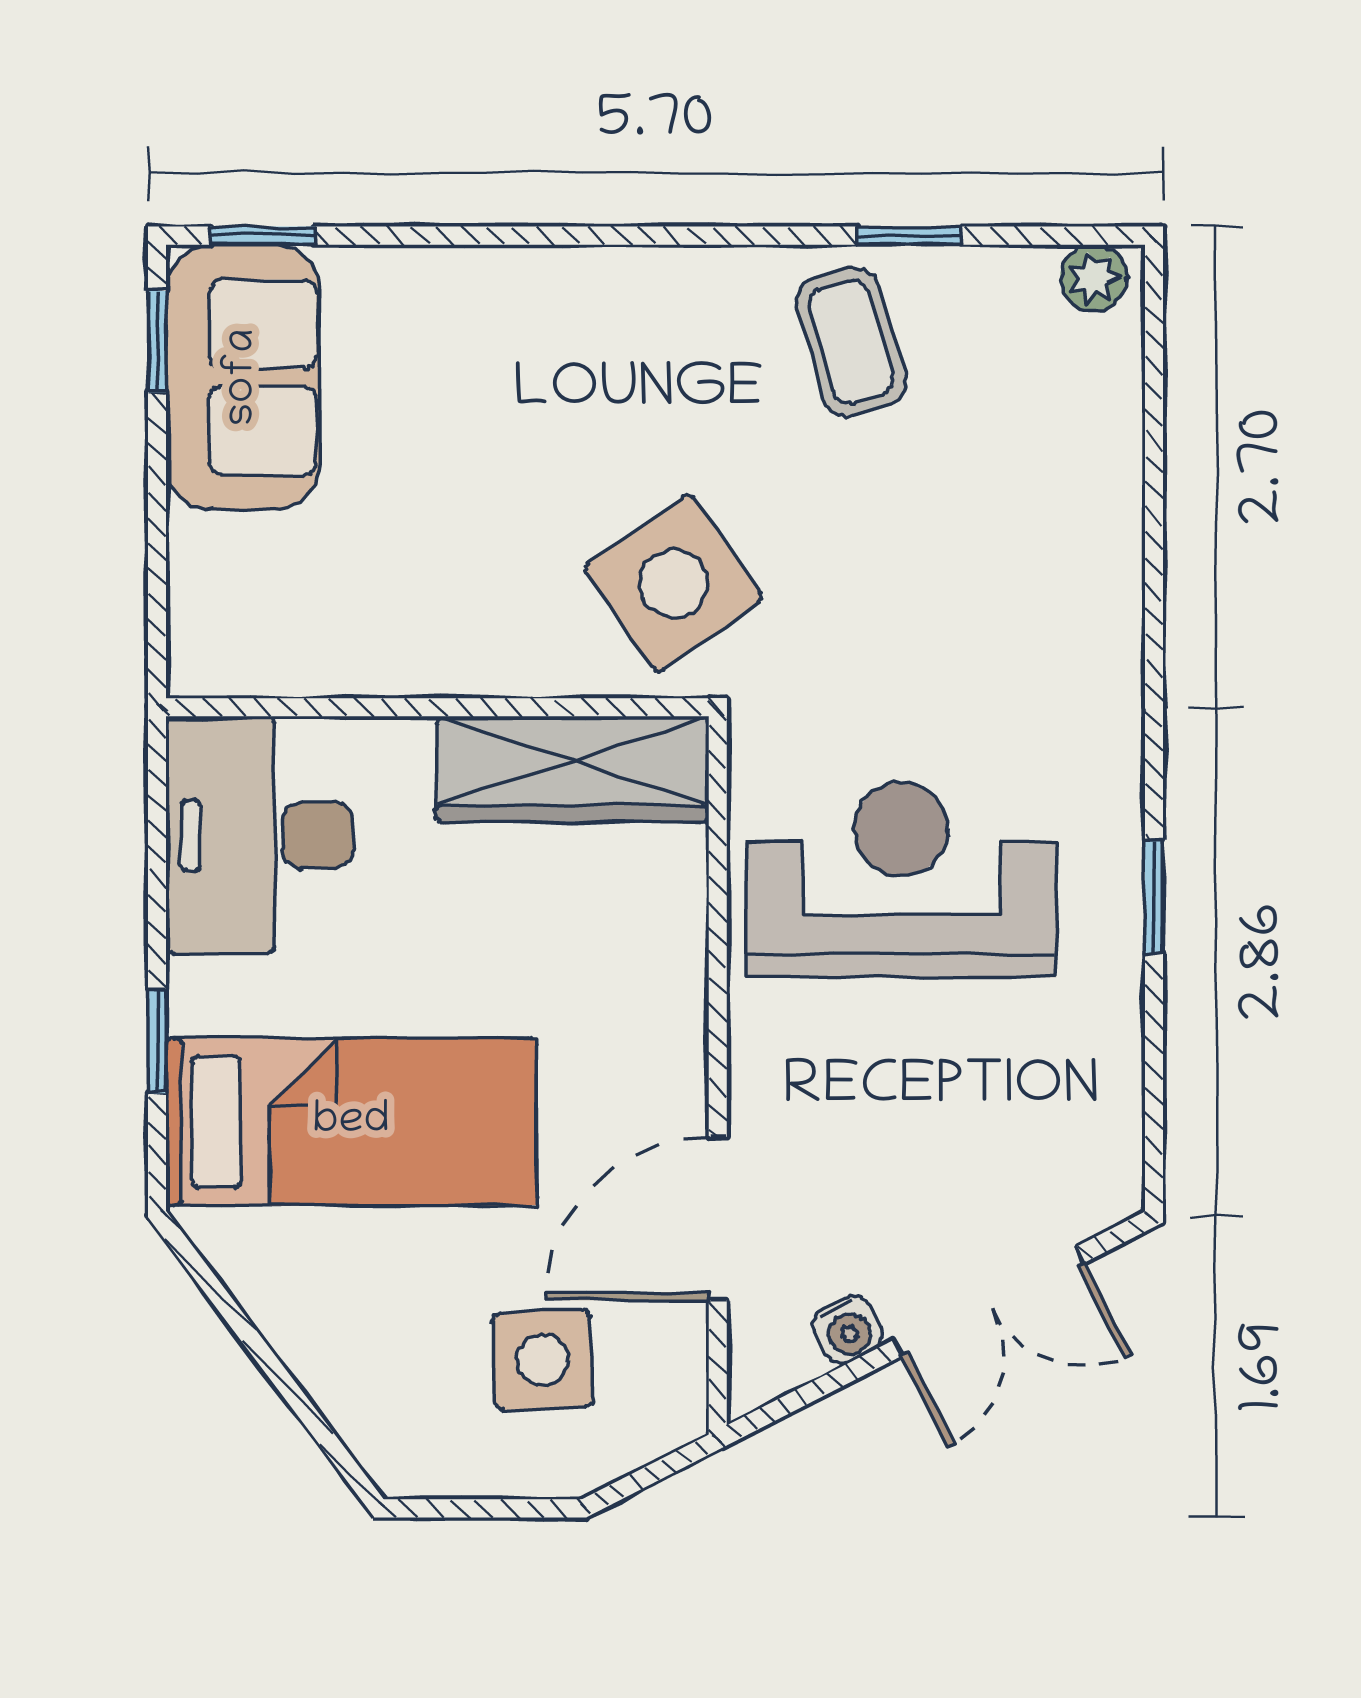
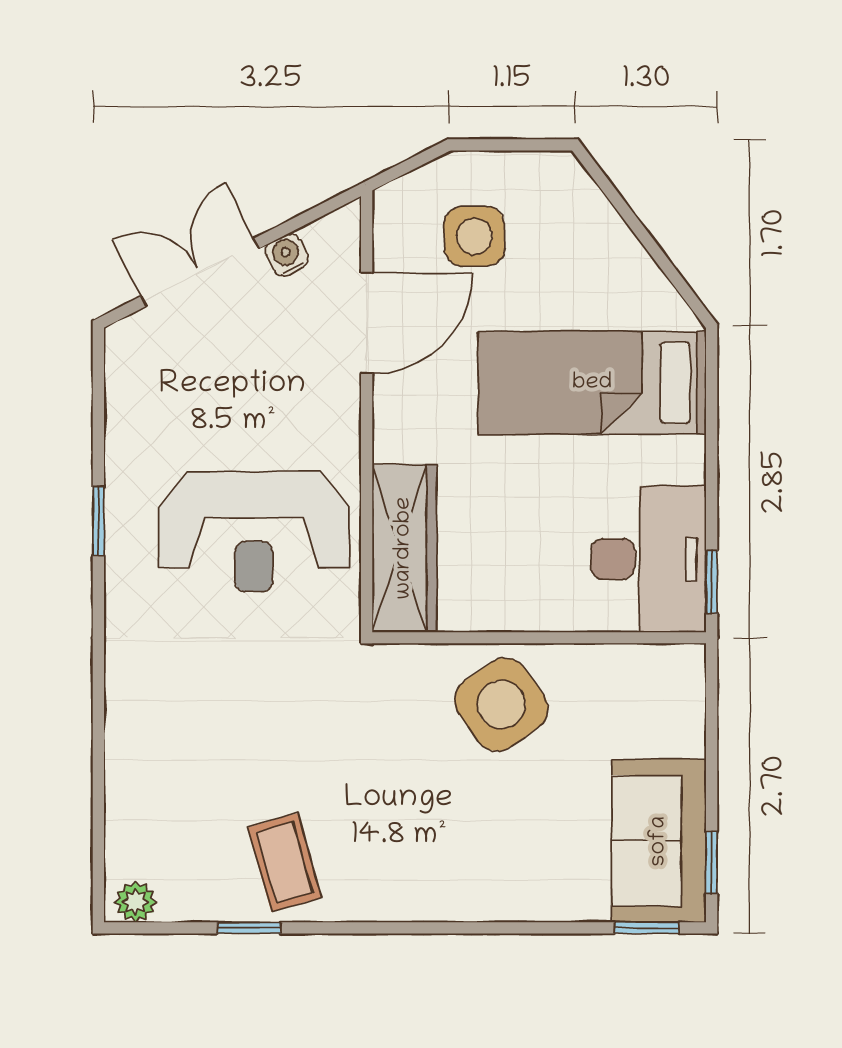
side table: (673, 583) -> (501, 704), moved
wardrobe: (573, 769) -> (404, 548), moved, turned 90
window: (157, 1041) -> (712, 582), moved

